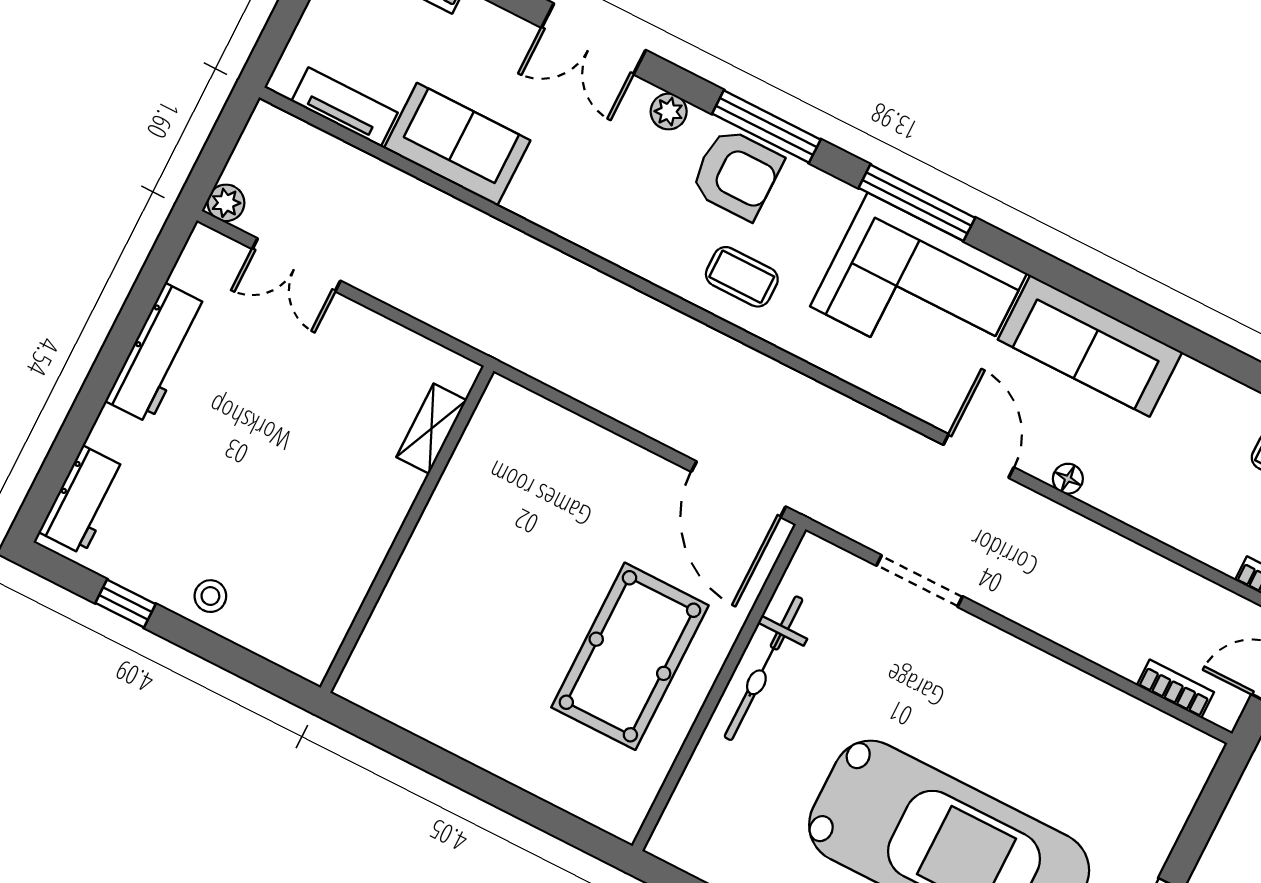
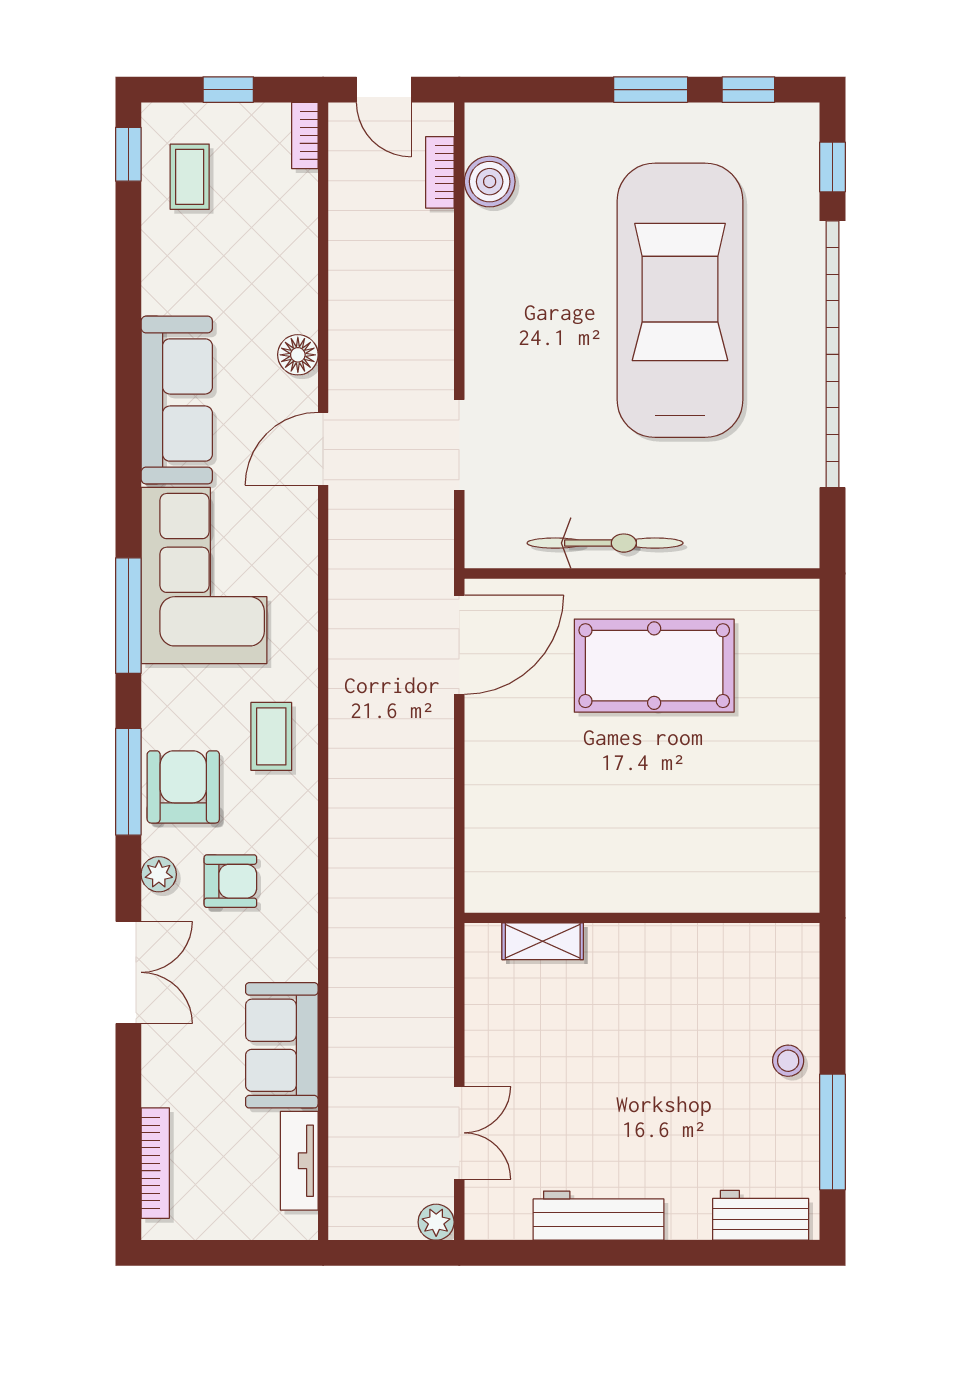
armchair: (629, 173) -> (230, 881), added
floor lamp: (1068, 479) -> (298, 355), width x1.37, depth x1.37
window: (126, 603) -> (832, 1132), width x2.17
boiler: (1144, 730) -> (490, 182), added

